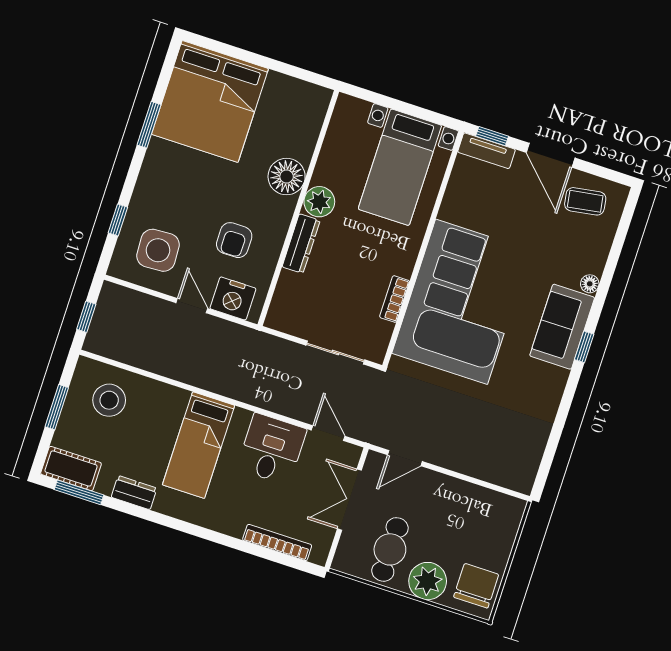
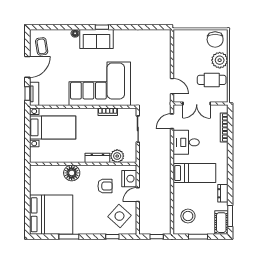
plant: (319, 202) -> (117, 156), moved
side table: (158, 250) -> (119, 216), turned 45
chair: (476, 586) -> (215, 39), turned -90

